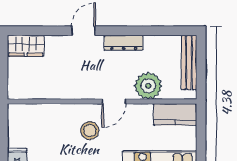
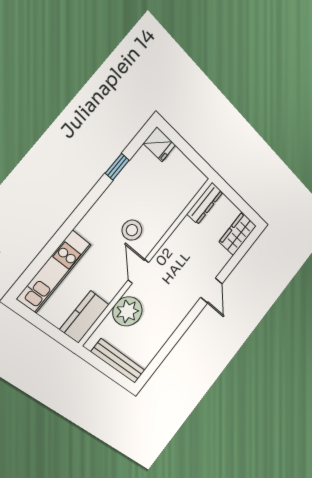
dresser: (124, 43) -> (205, 203), moved, turned 180

